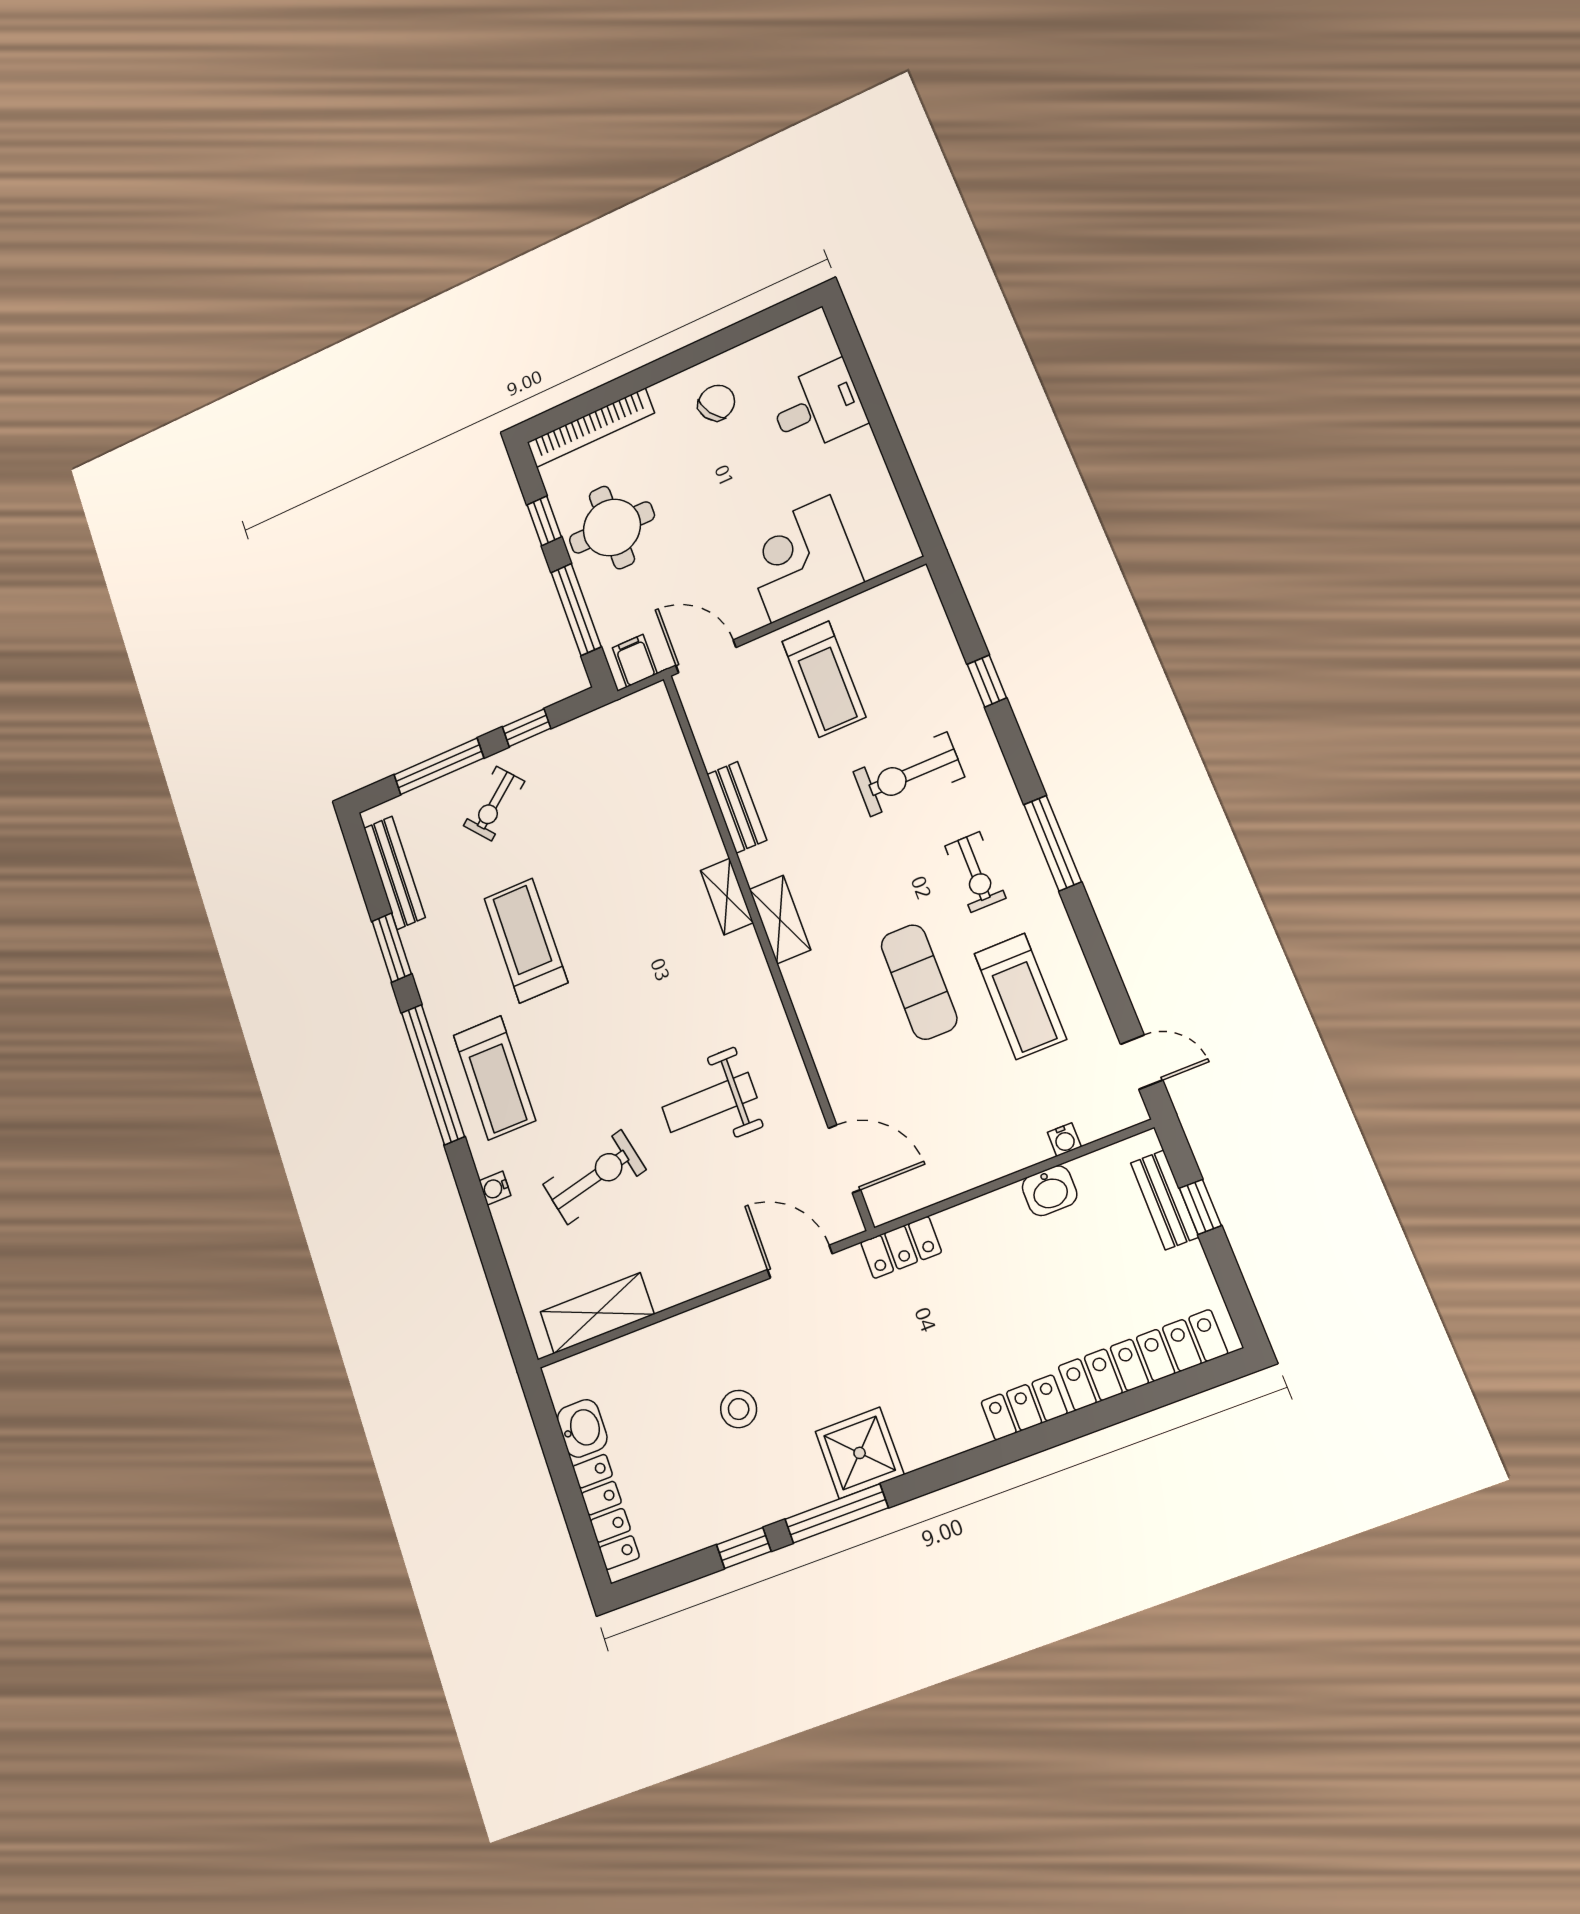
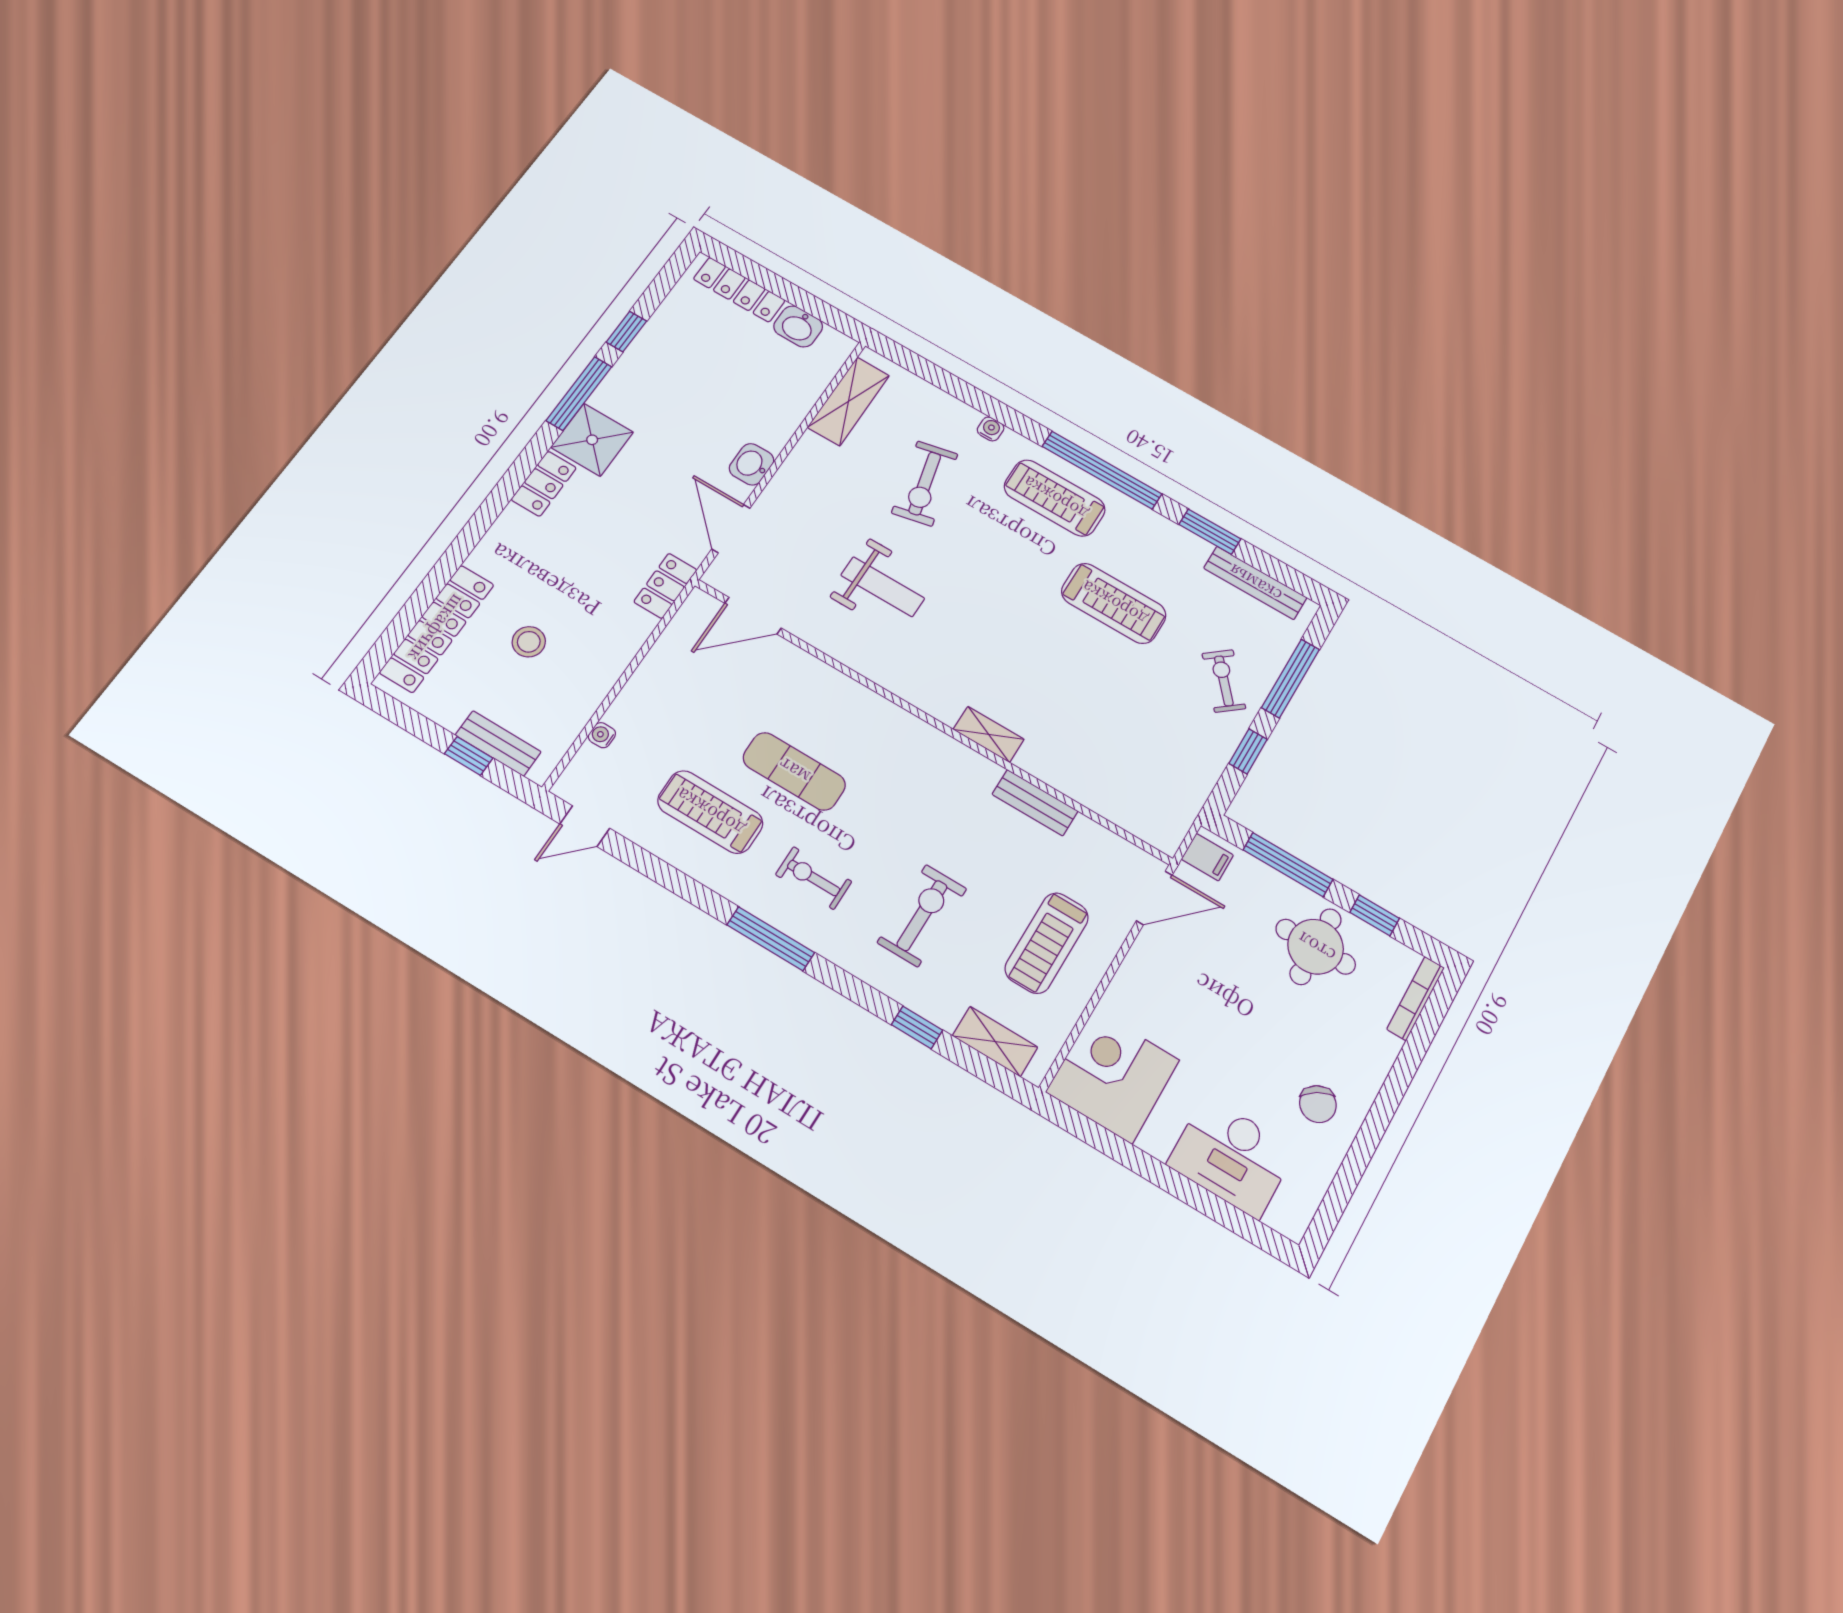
desk: (818, 407) -> (1232, 1157), width x1.37
bookcase: (591, 428) -> (1416, 998), width x0.68, depth x0.76
corner desk: (801, 559) -> (1113, 1076), moved, turned -90
treadmill: (824, 679) -> (1047, 943), turned -90
shelving: (780, 919) -> (995, 1041), moved
weight bench: (709, 1102) -> (883, 587), turned 90
washbasin: (1050, 1191) -> (752, 464), moved
door: (800, 1262) -> (731, 529), swing flipped
locker: (1024, 1408) -> (544, 484), moved
stool: (739, 1409) -> (529, 642), moved

